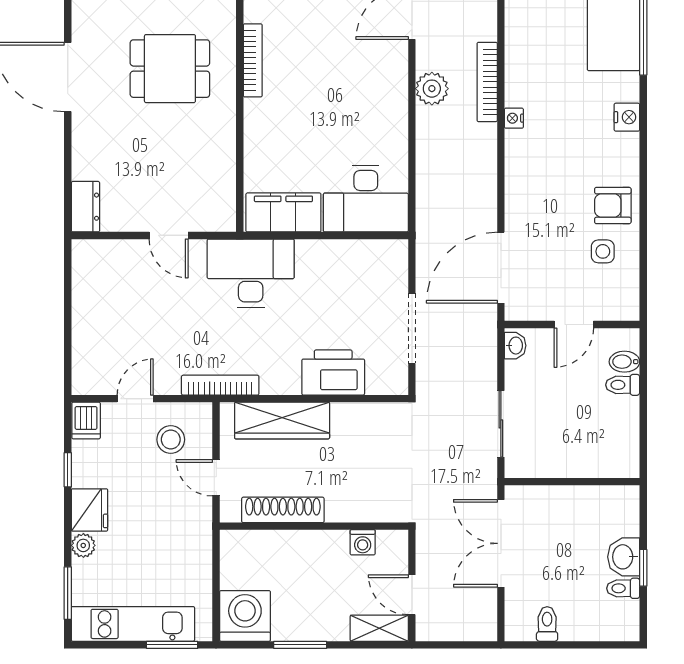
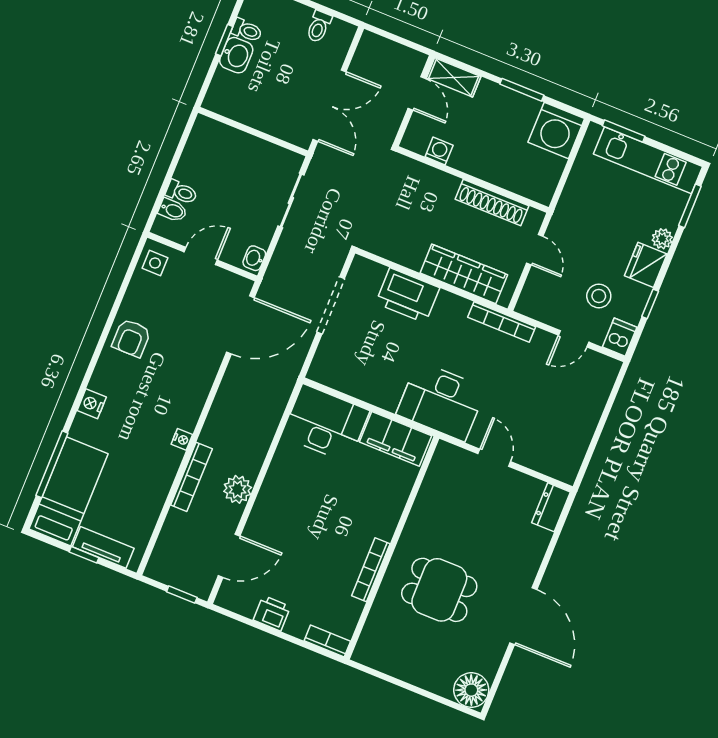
armchair: (613, 206) -> (131, 338), turned 90
side table: (603, 251) -> (155, 263), moved
stool: (171, 440) -> (599, 296), moved

